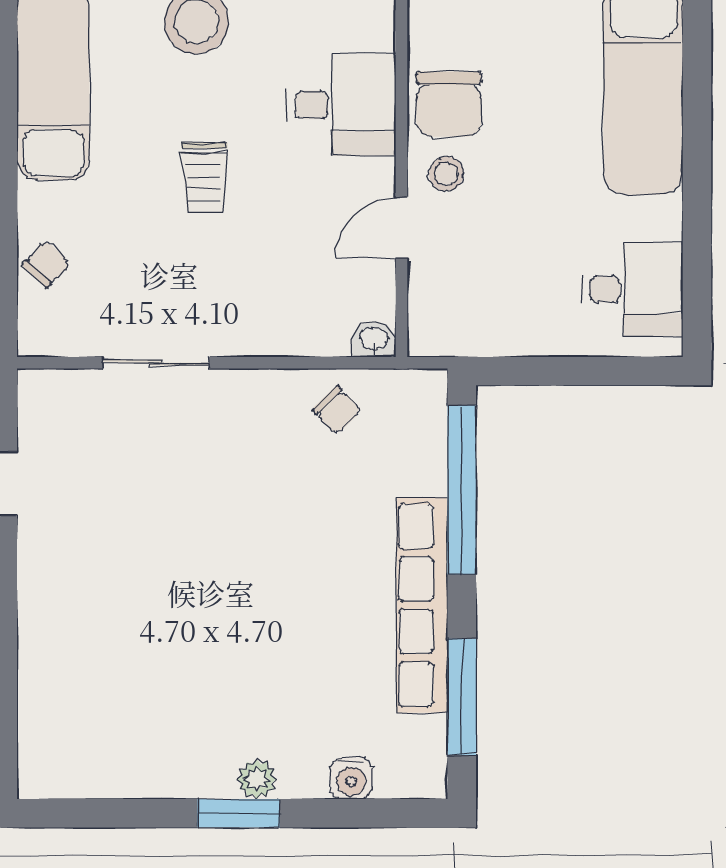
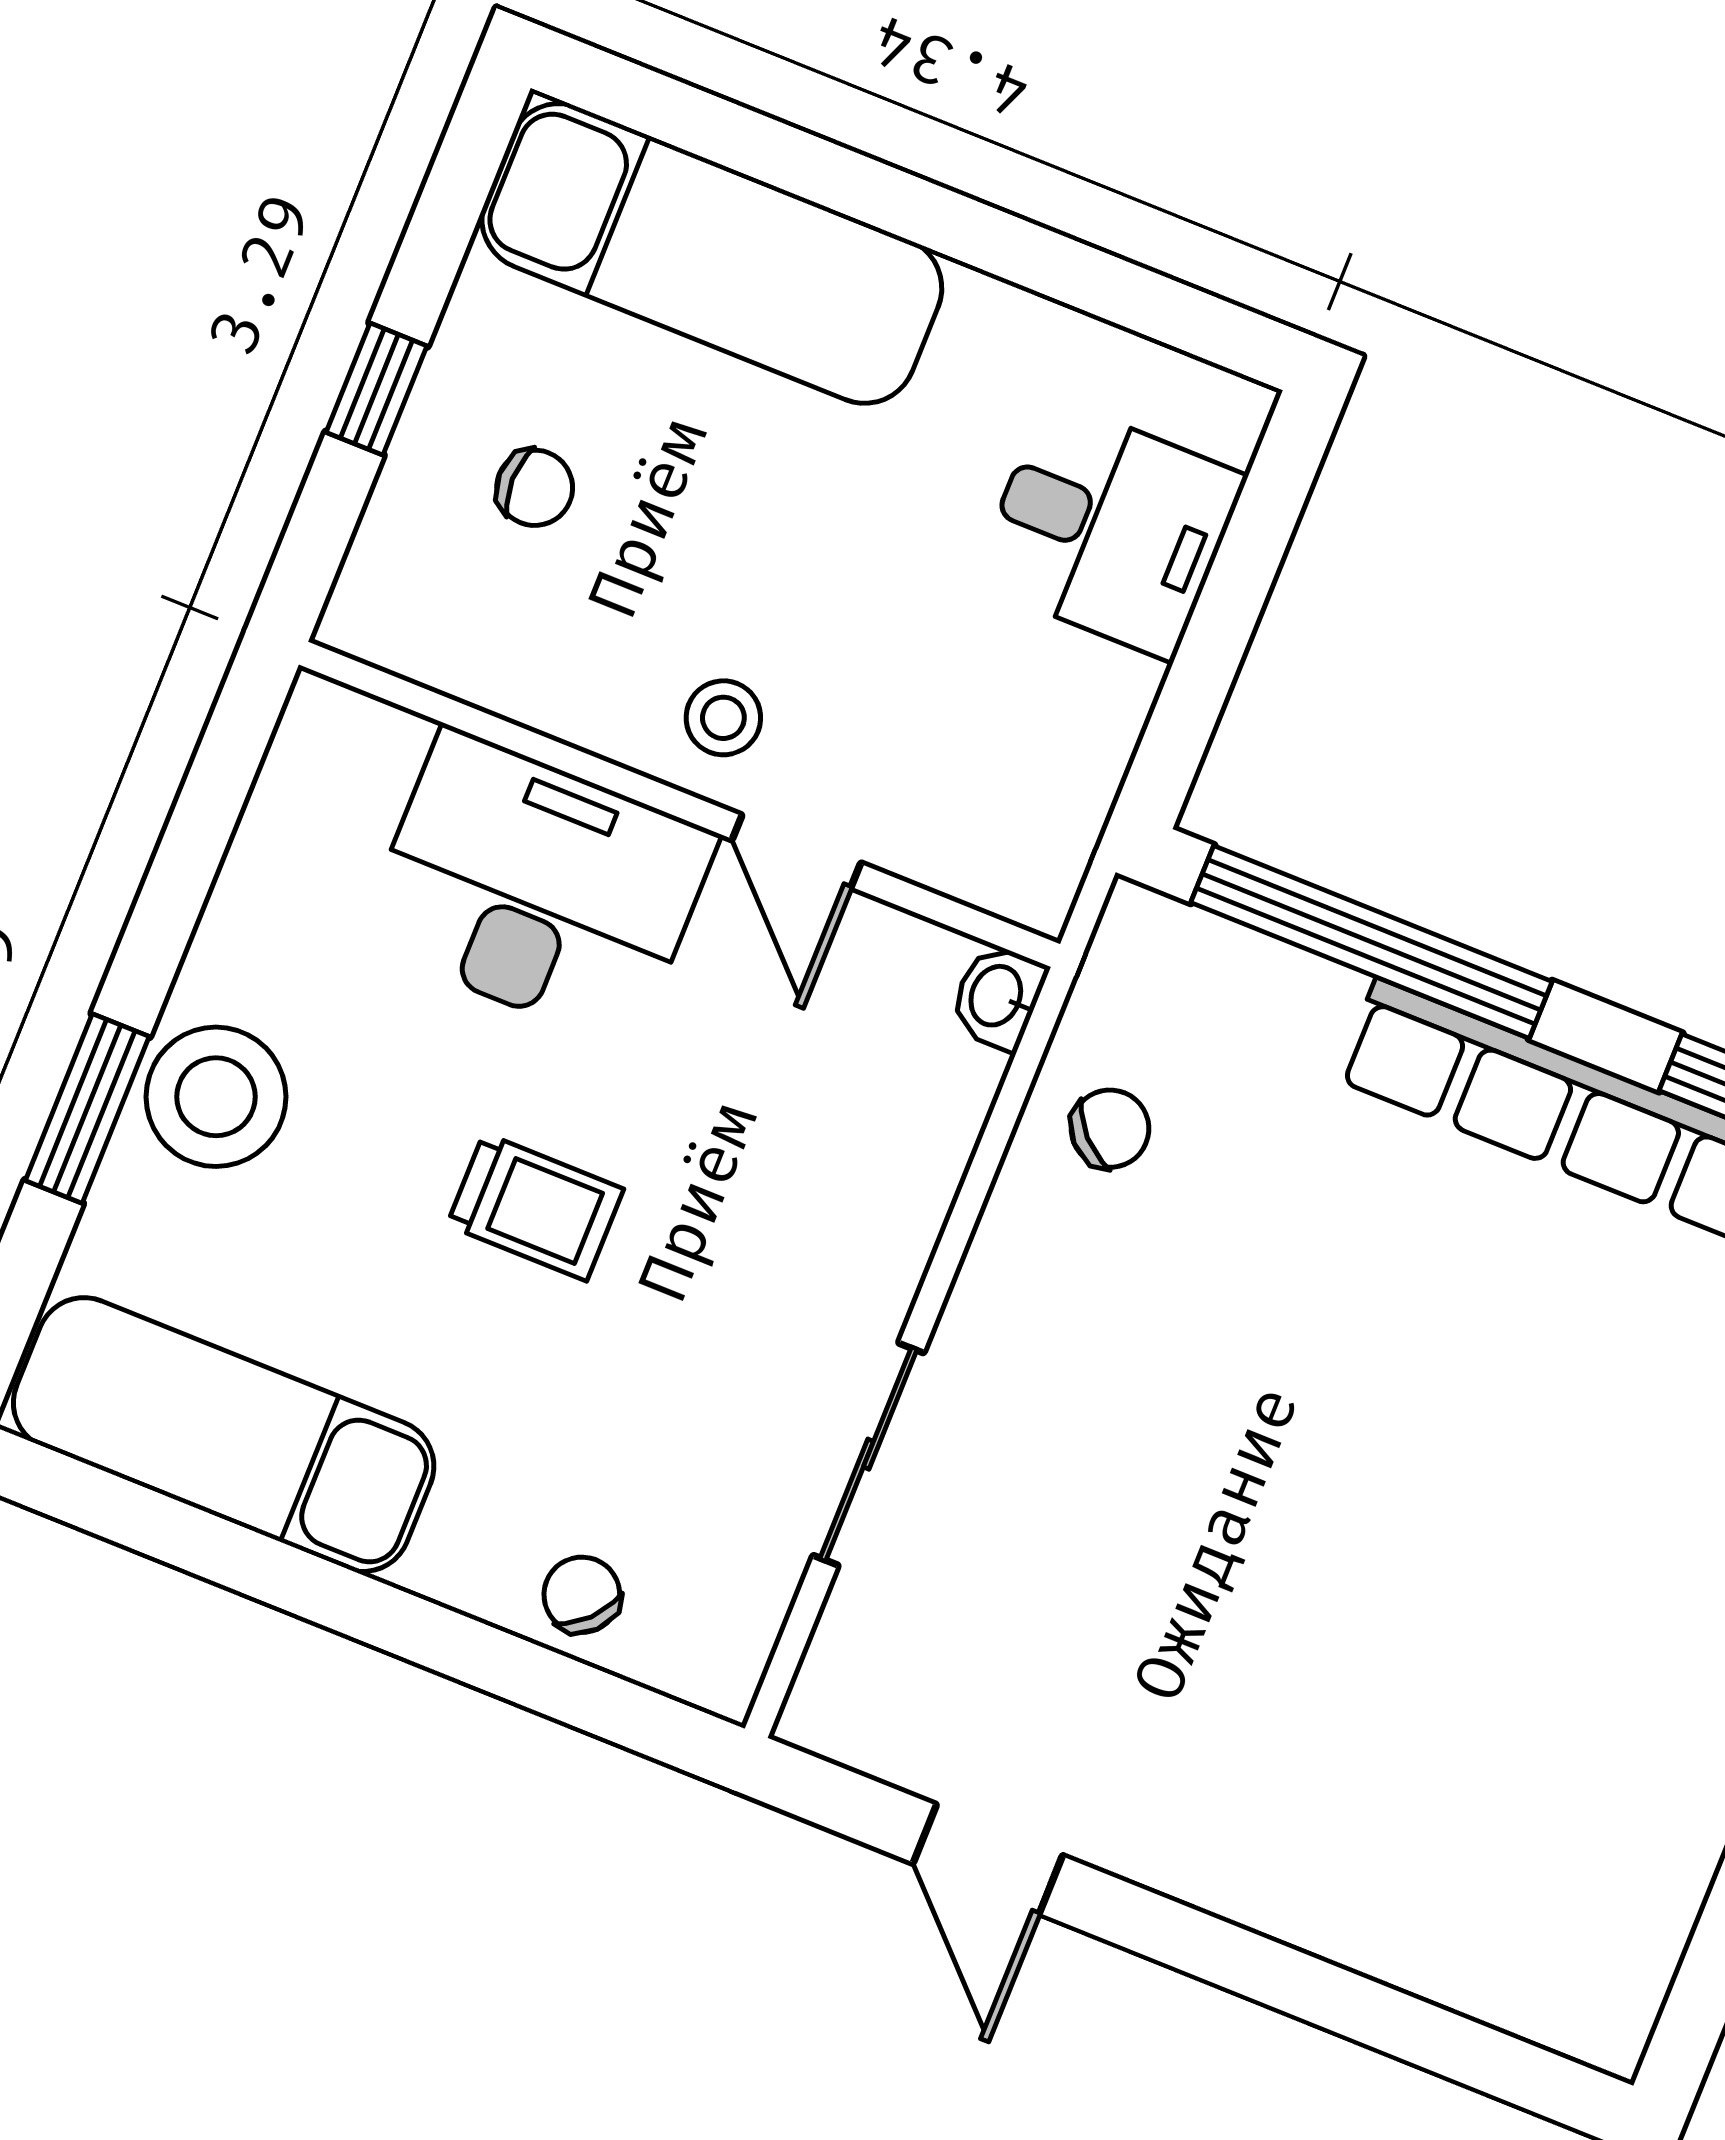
chair: (449, 104) -> (535, 488), moved, width x0.54, depth x0.54
desk: (341, 105) -> (538, 888), width x1.37
desk: (632, 289) -> (1109, 529), moved, turned 90

